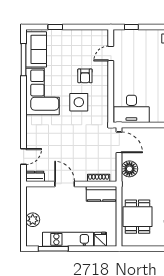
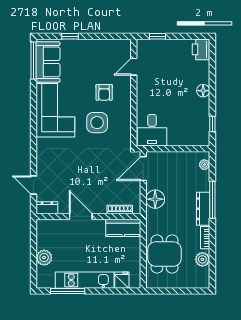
window: (23, 60) -> (33, 61), moved
desk: (131, 109) -> (152, 130), width x0.73
door: (119, 142) -> (143, 169), swing flipped
door: (23, 156) -> (33, 185), swing flipped

